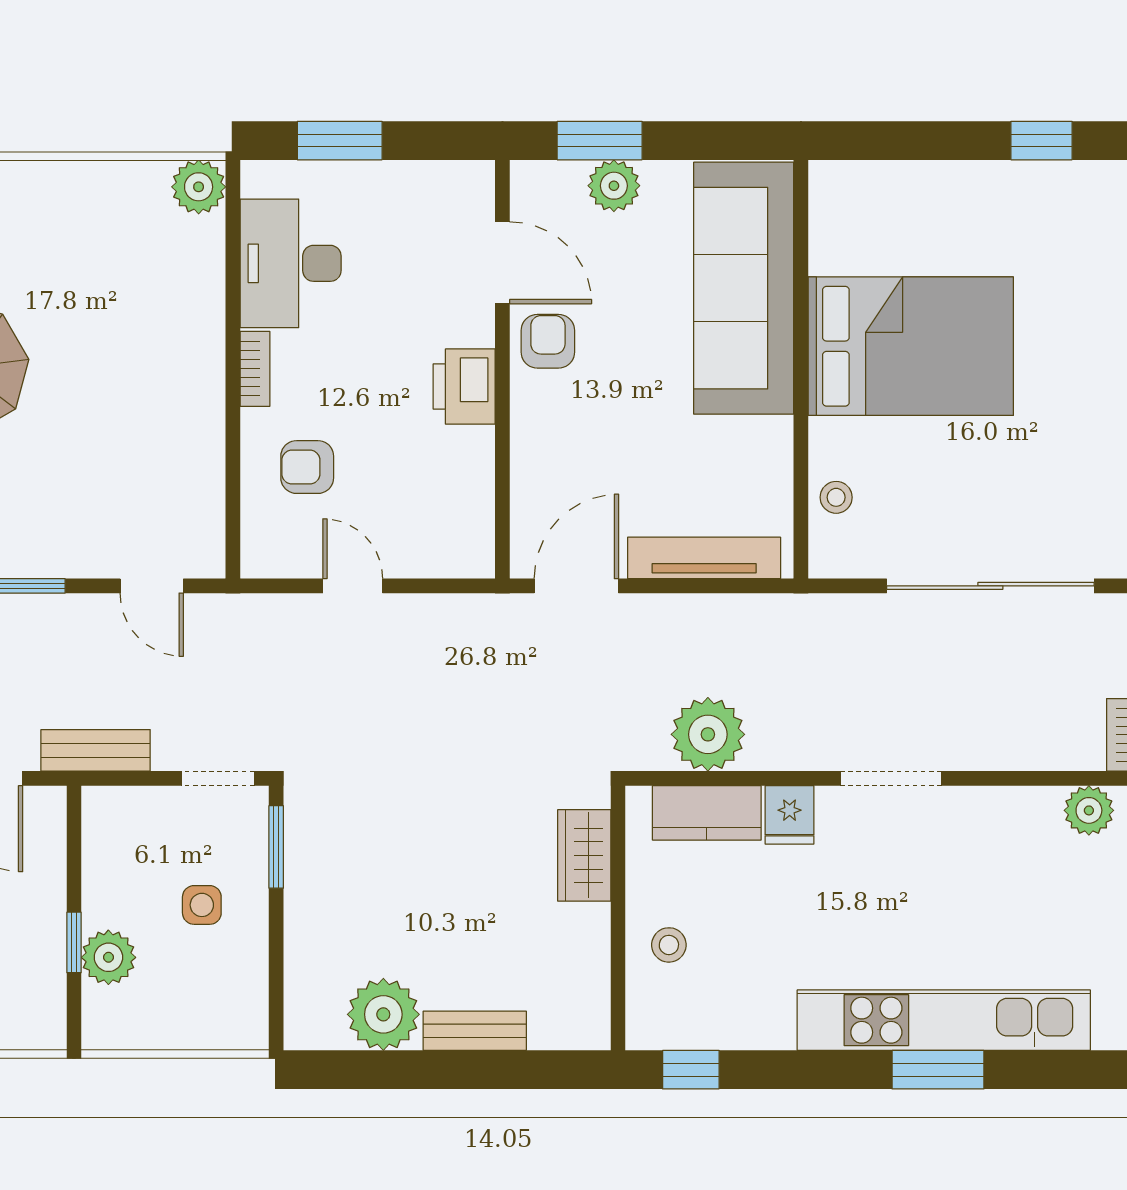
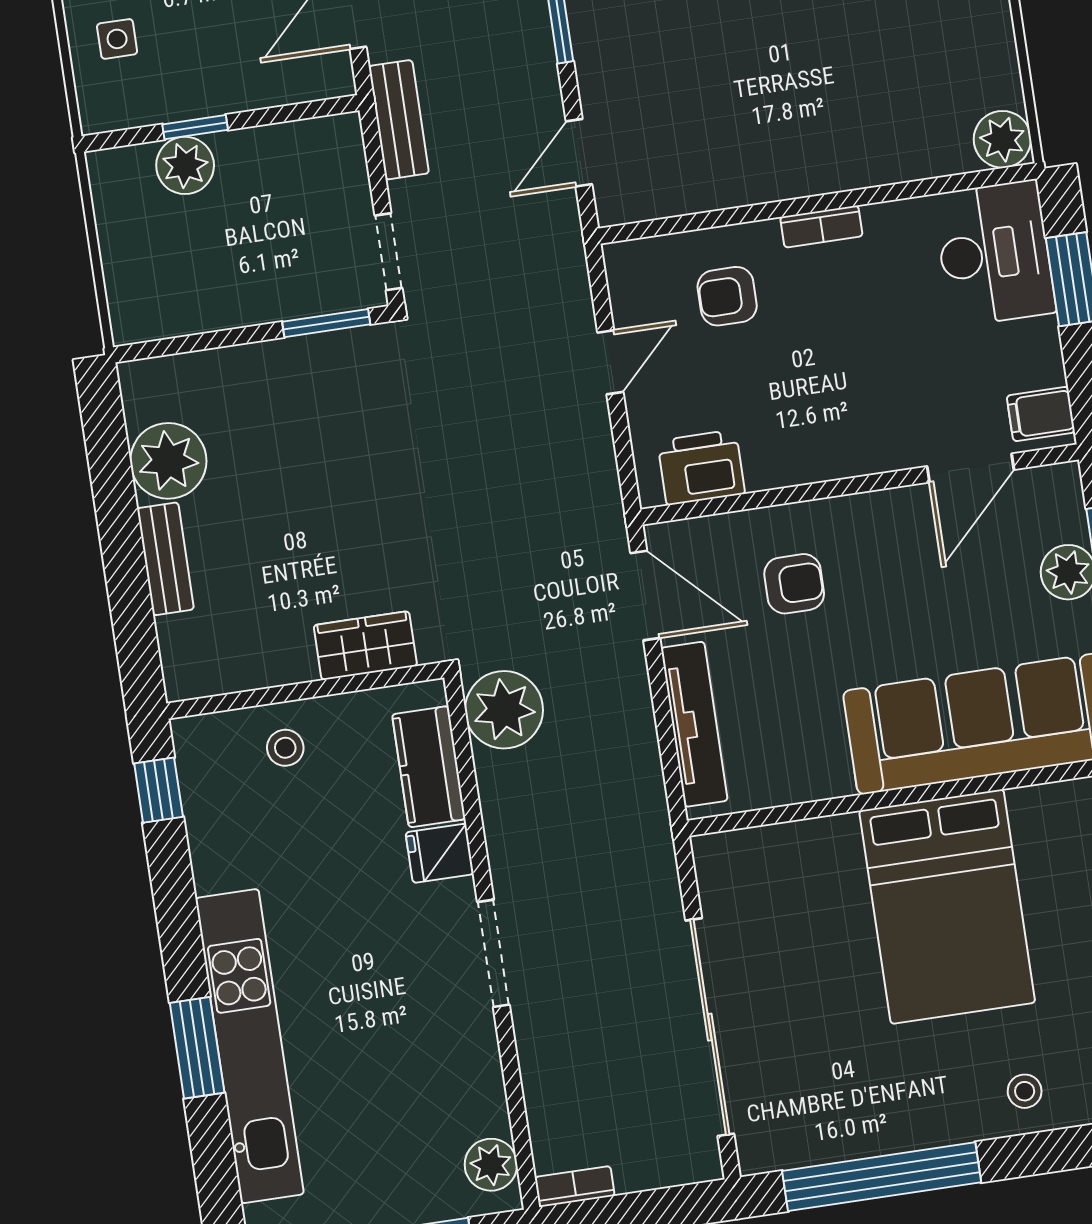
filing cabinet: (462, 189) -> (1041, 414), added
desk: (291, 263) -> (994, 253), moved, turned 90
armchair: (548, 341) -> (794, 584), moved
printer: (464, 387) -> (701, 467), moved
armchair: (307, 467) -> (727, 296), turned -90
stool: (836, 497) -> (1025, 1091), moved
plant: (708, 734) -> (504, 710), moved
side table: (202, 905) -> (254, 255), removed

